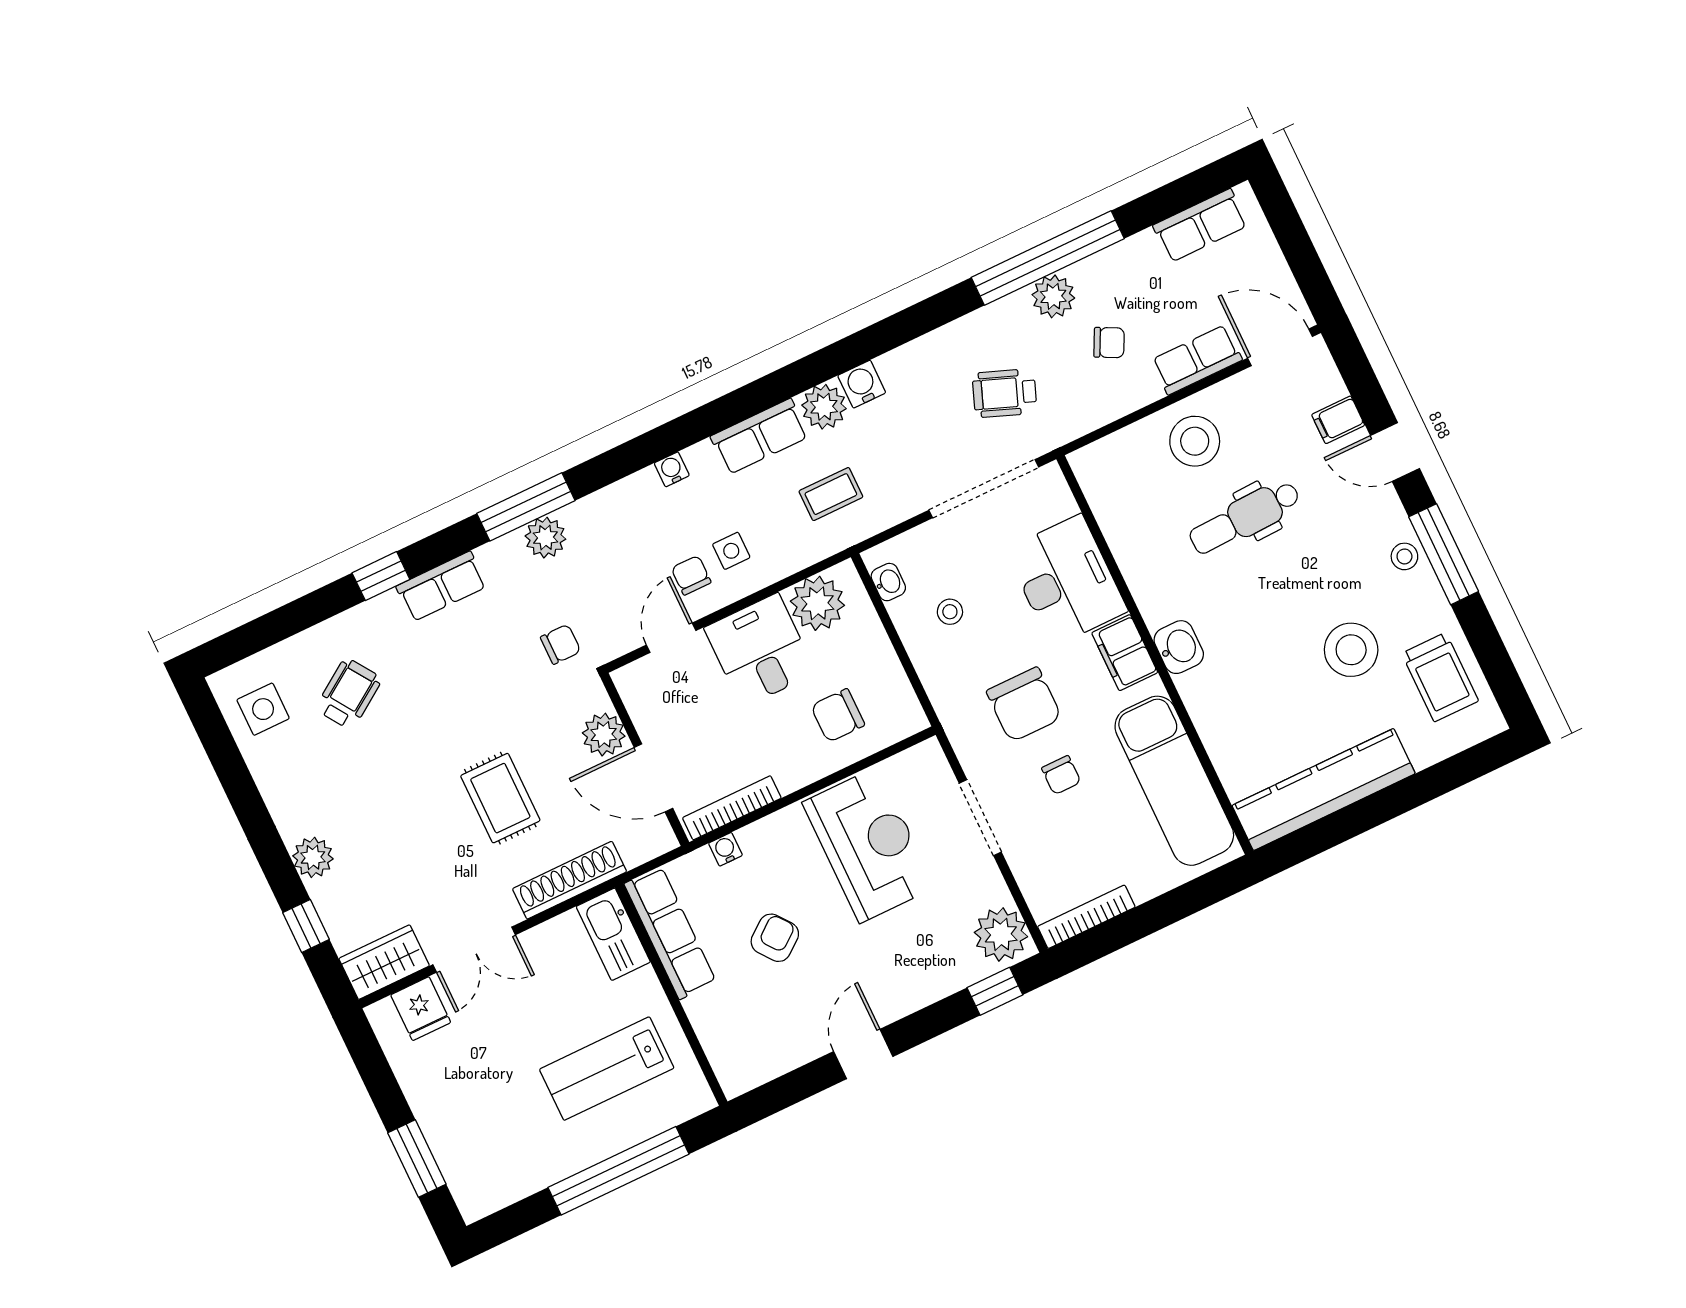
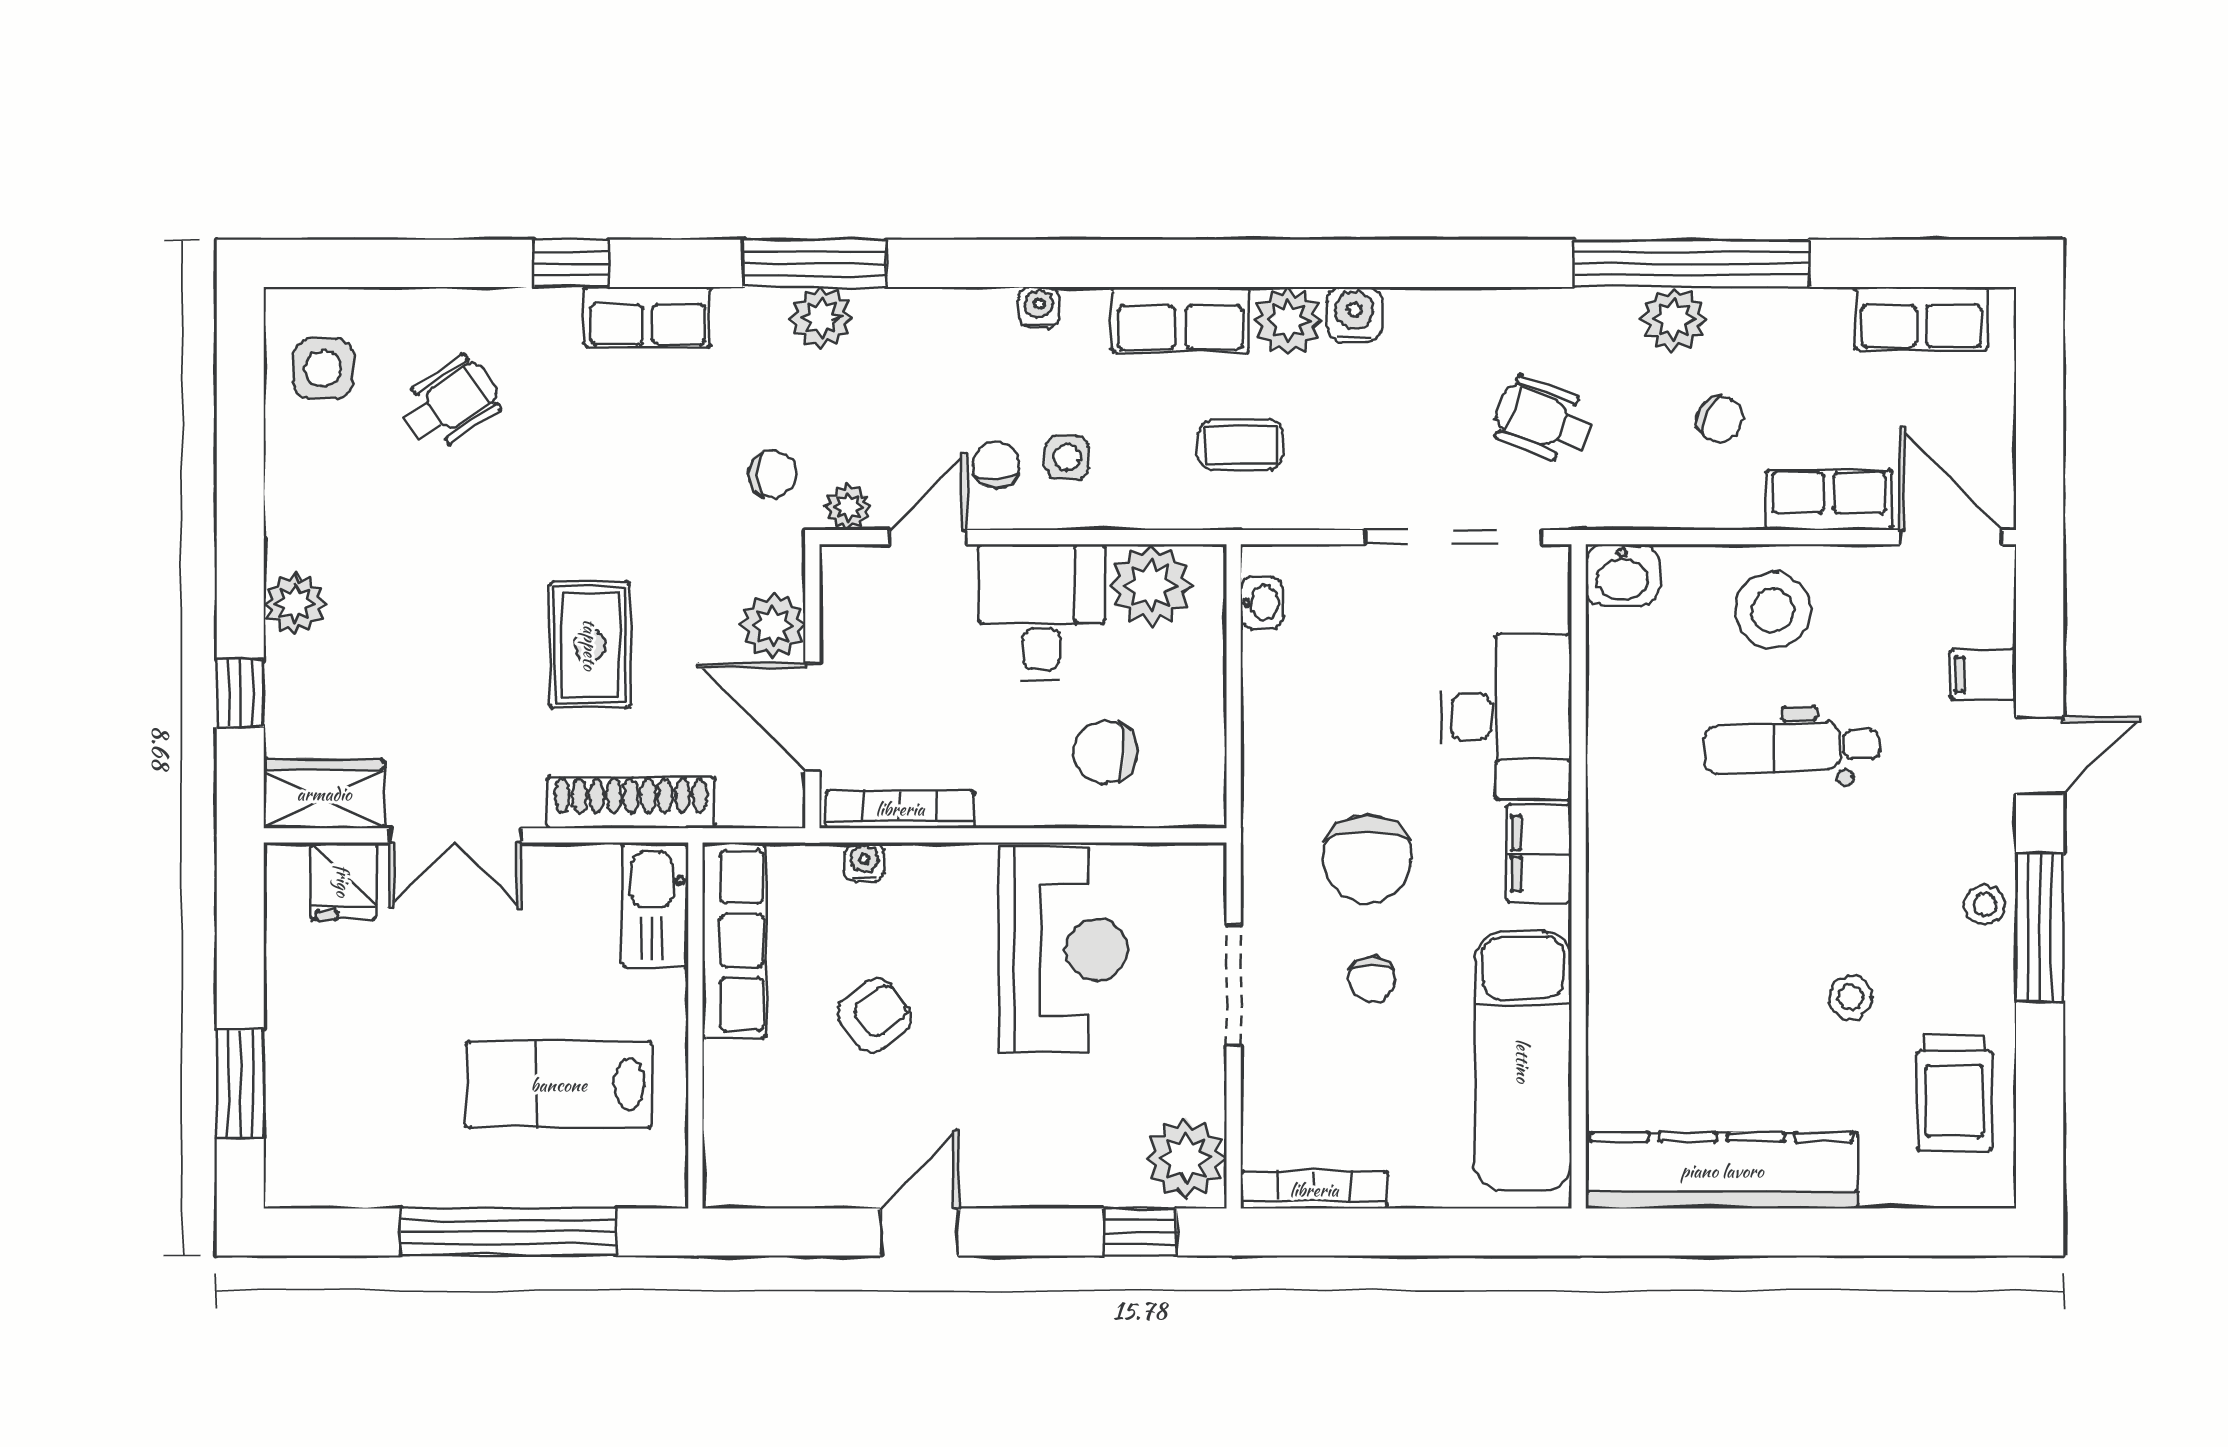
door: (1395, 452) -> (2040, 755), swing flipped
stool: (950, 612) -> (1327, 684), removed
plant: (615, 643) -> (848, 507), added
washbasin: (1179, 647) -> (1622, 575), moved, turned 90
stool: (1351, 650) -> (1851, 997), width x0.53, depth x0.53

